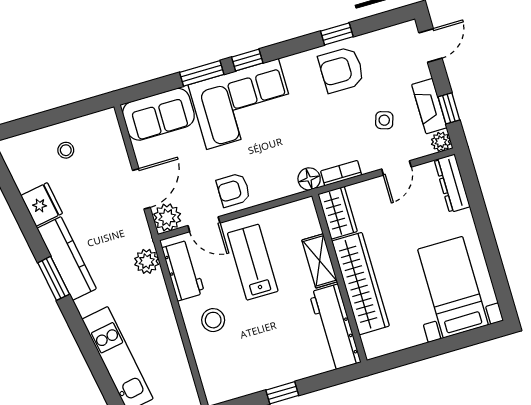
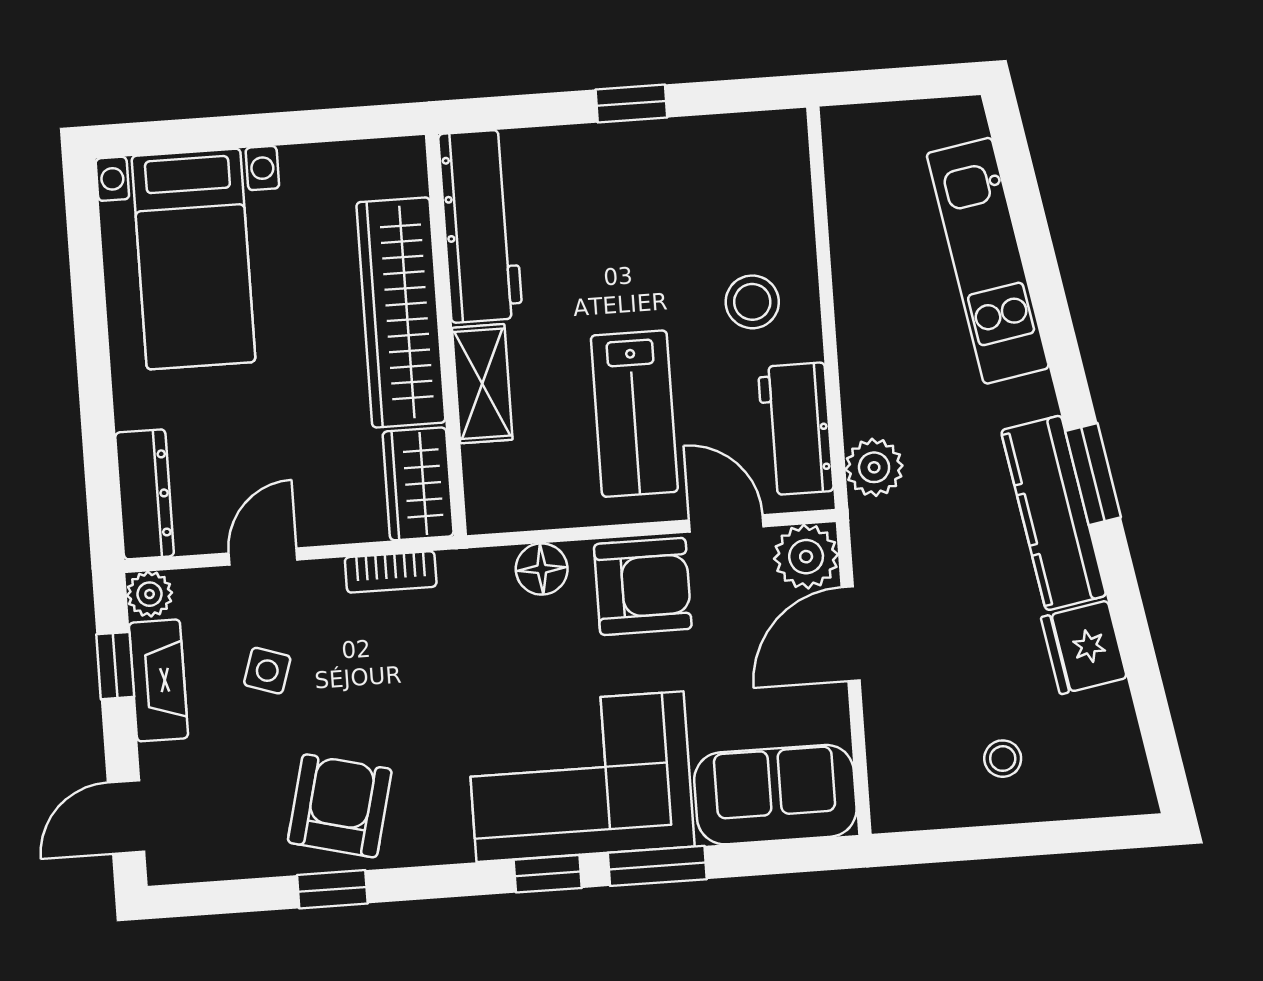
armchair: (341, 70) -> (340, 806), turned -76
floor lamp: (309, 179) -> (542, 569), moved
armchair: (233, 190) -> (643, 586), width x1.38, depth x1.38

